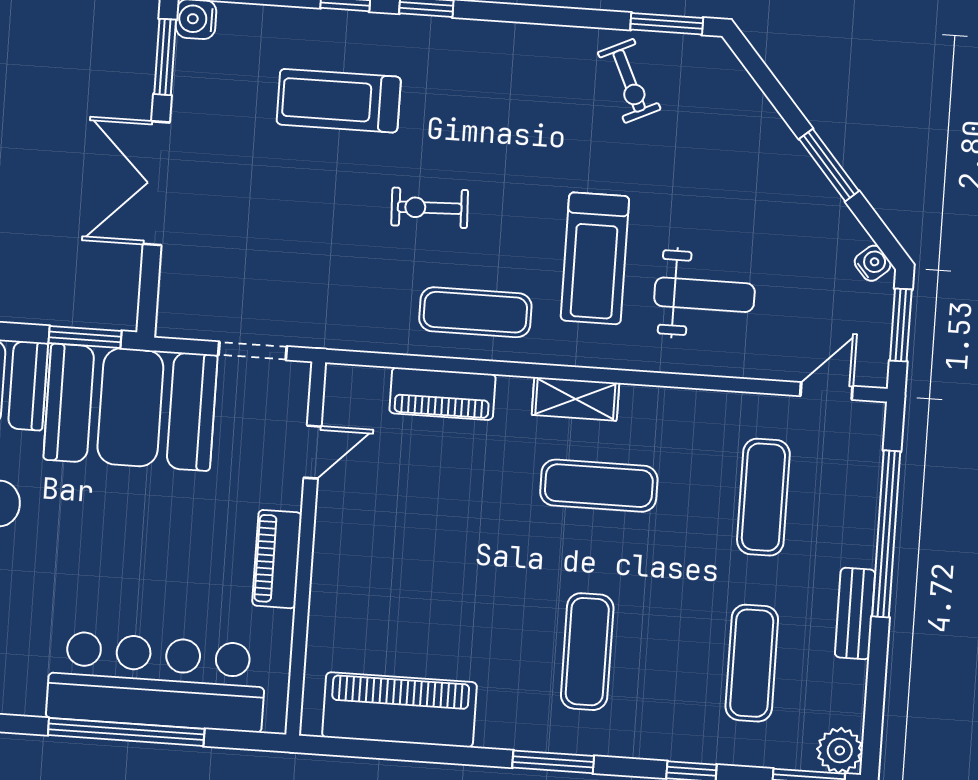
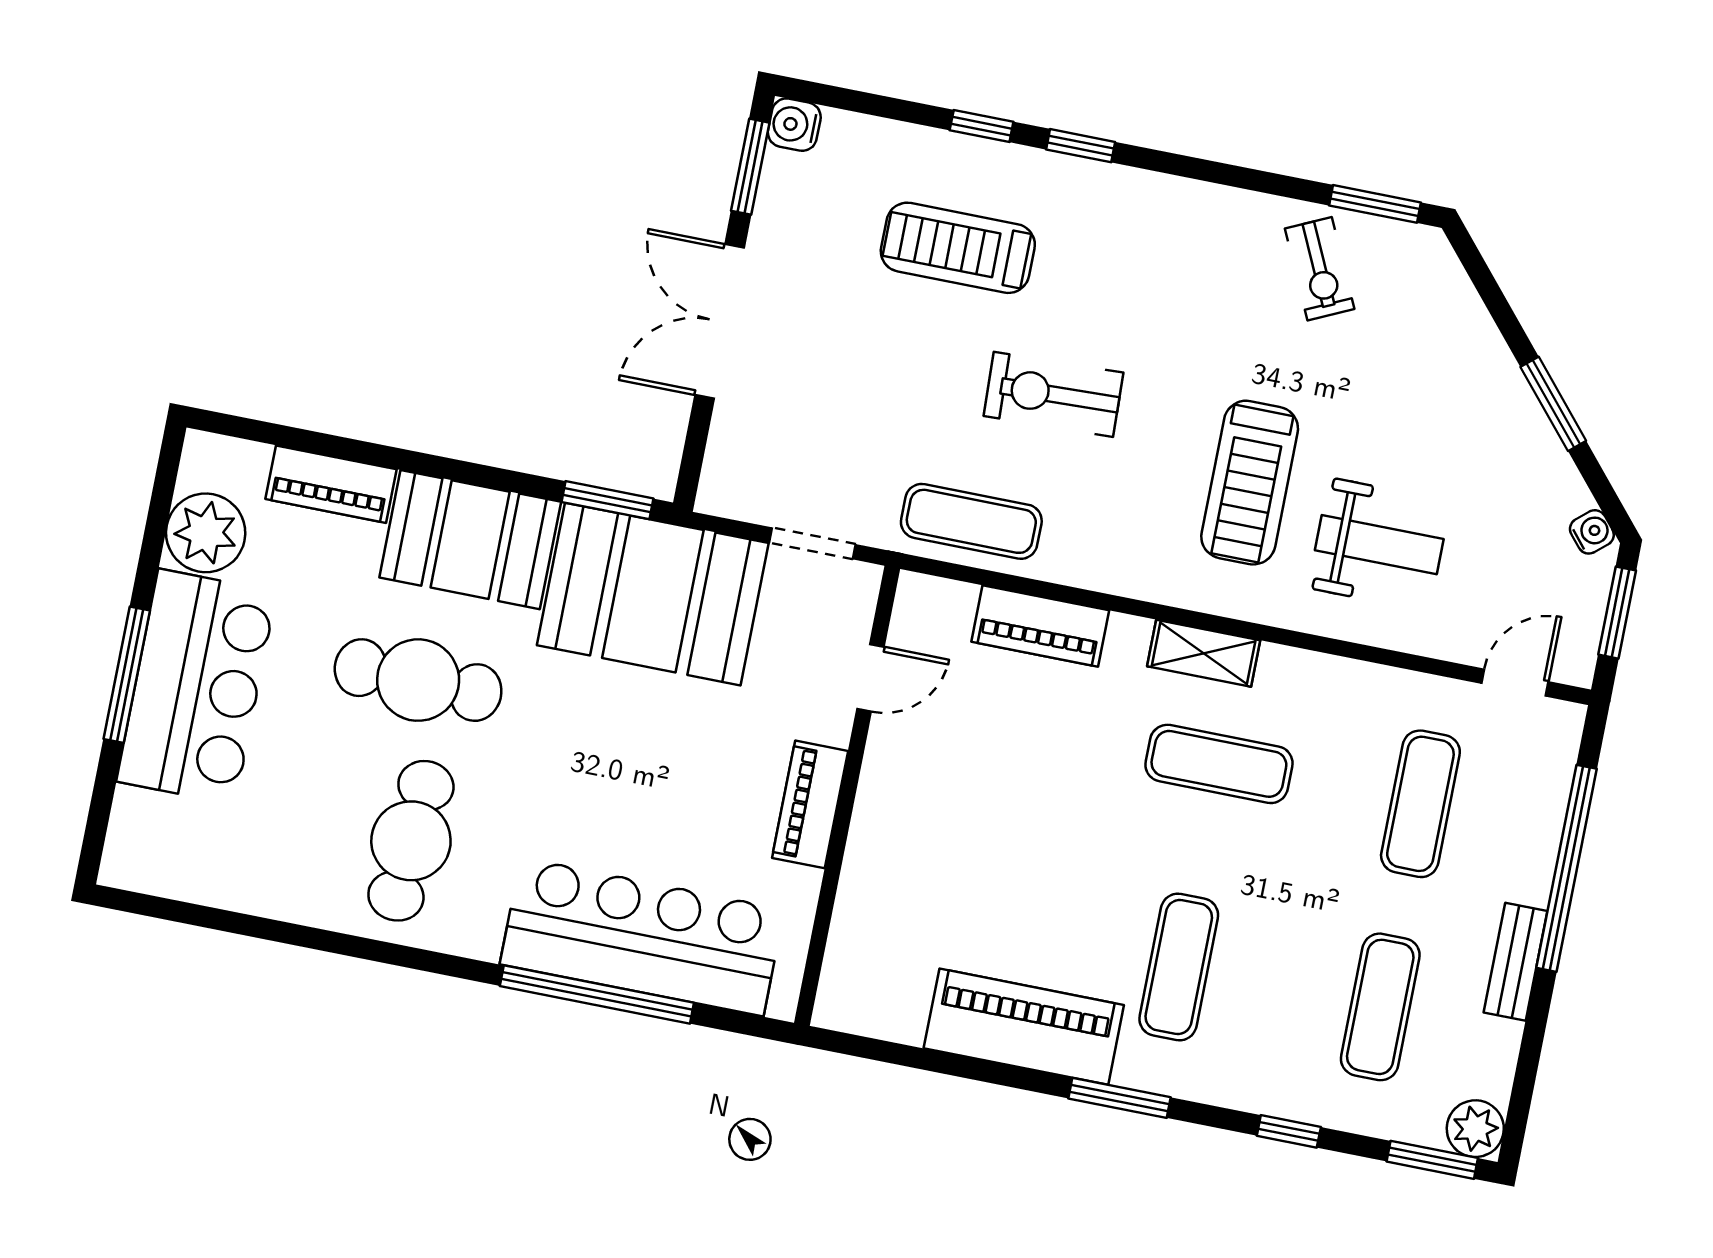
exercise bike: (430, 208) -> (1053, 394), width x1.38, depth x1.39
exercise mat: (475, 312) -> (971, 521), moved
piano: (399, 710) -> (1024, 1027), moved

